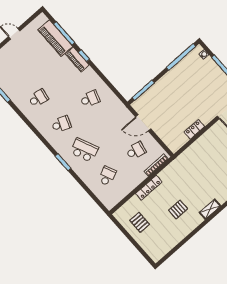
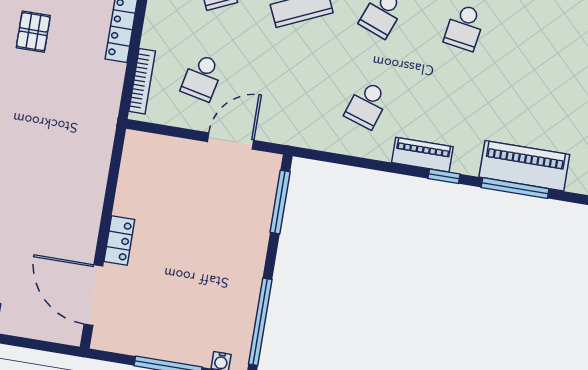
piano: (77, 59) -> (422, 155), moved
locker: (194, 129) -> (119, 241), moved

